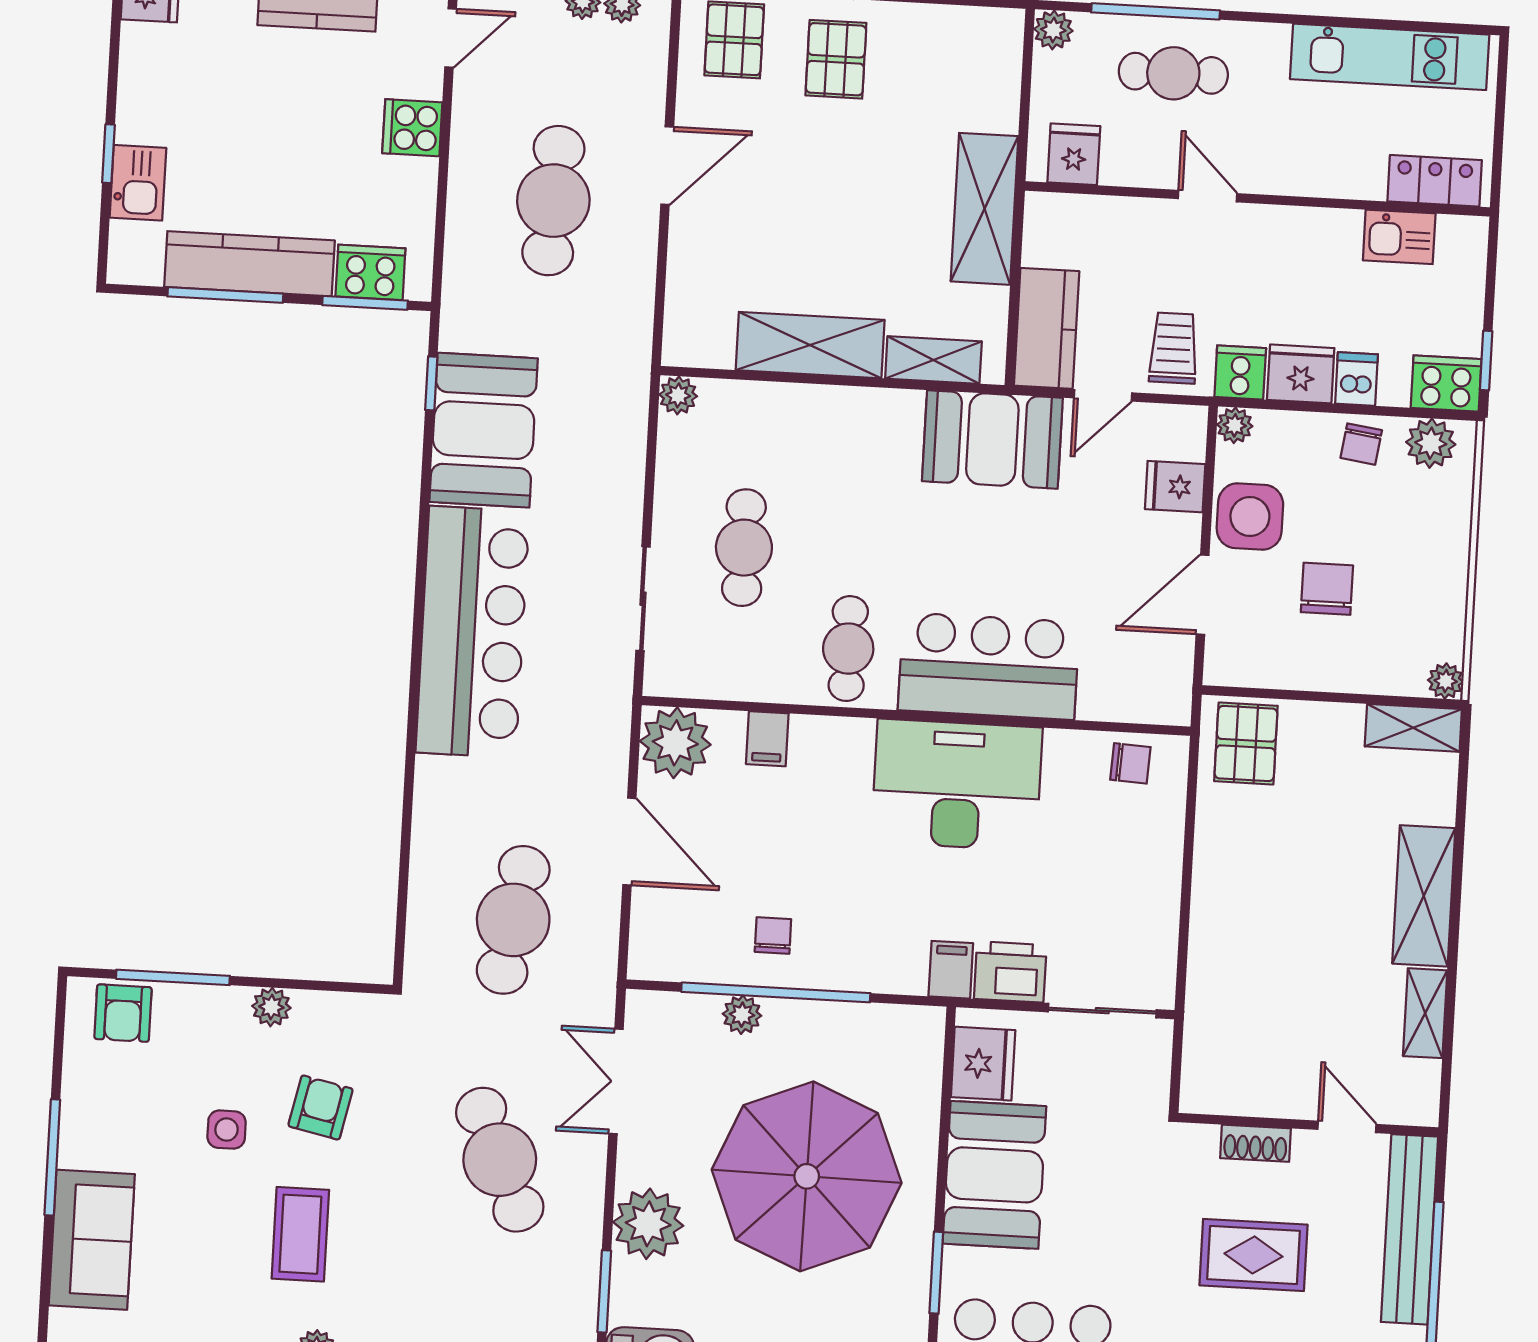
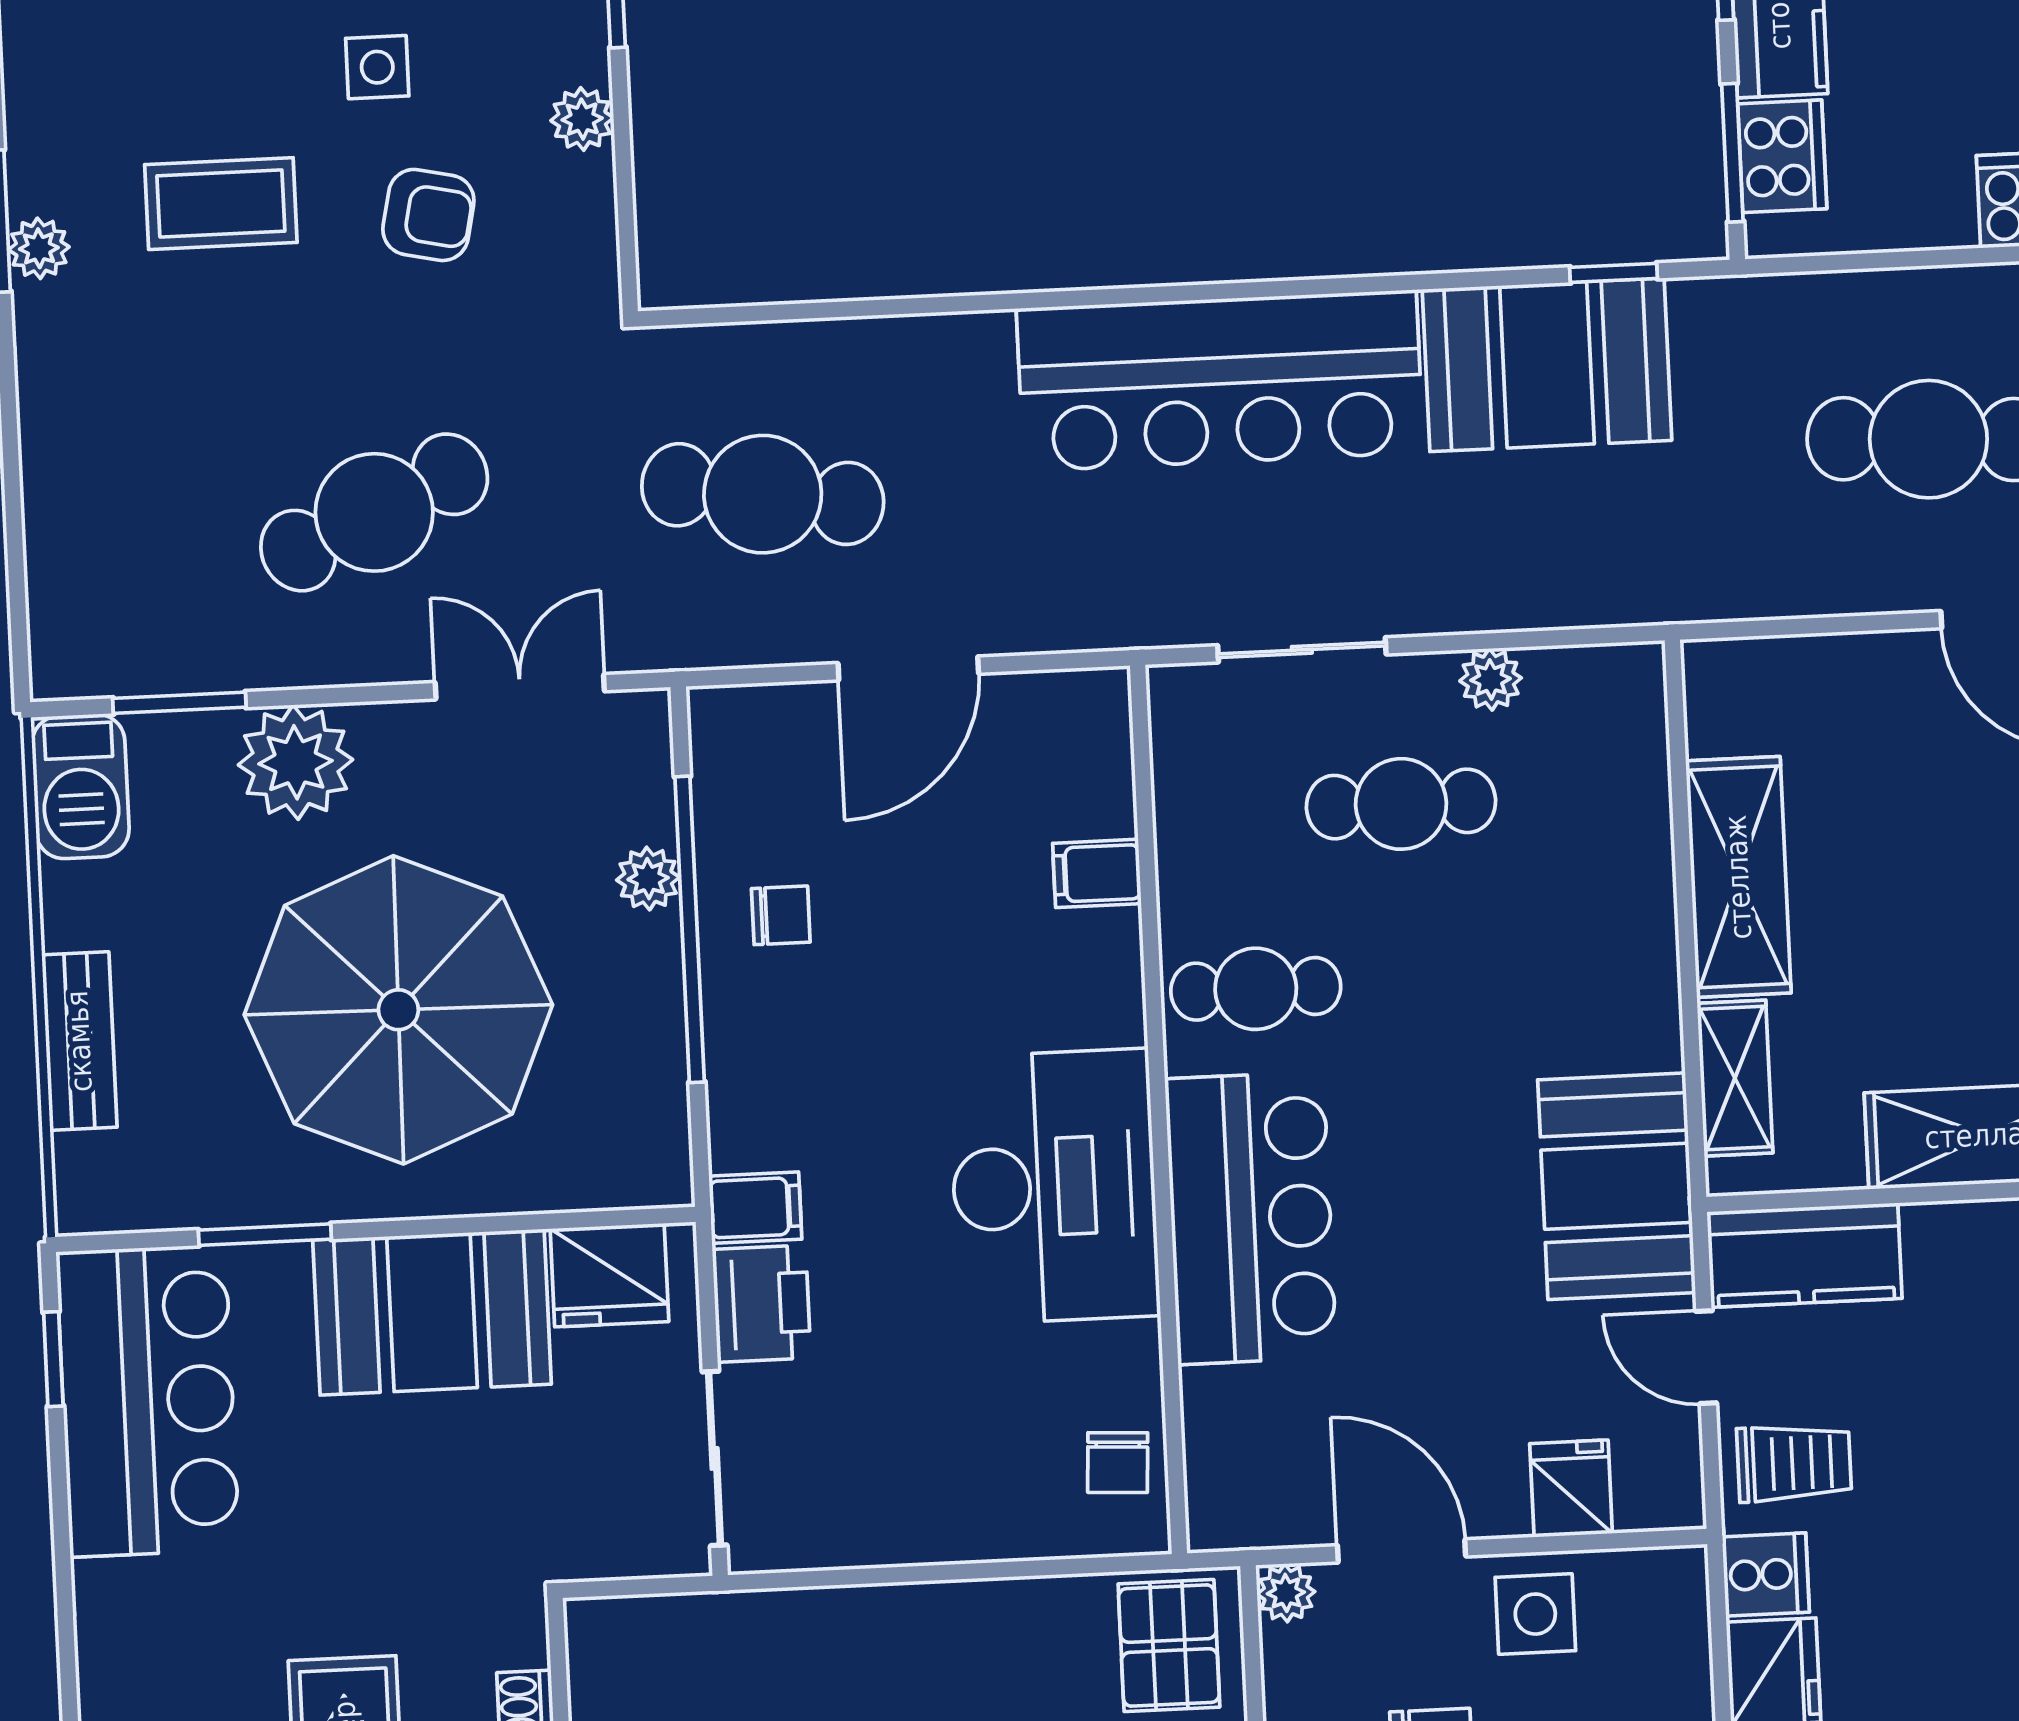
plant: (678, 395) -> (1491, 679), moved
plant: (1235, 425) -> (1286, 1593), moved
side table: (1250, 517) -> (1535, 1614), width x0.73, depth x0.73
plant: (675, 743) -> (1075, 726), removed
pallet: (1246, 744) -> (1169, 1645), turned 90

